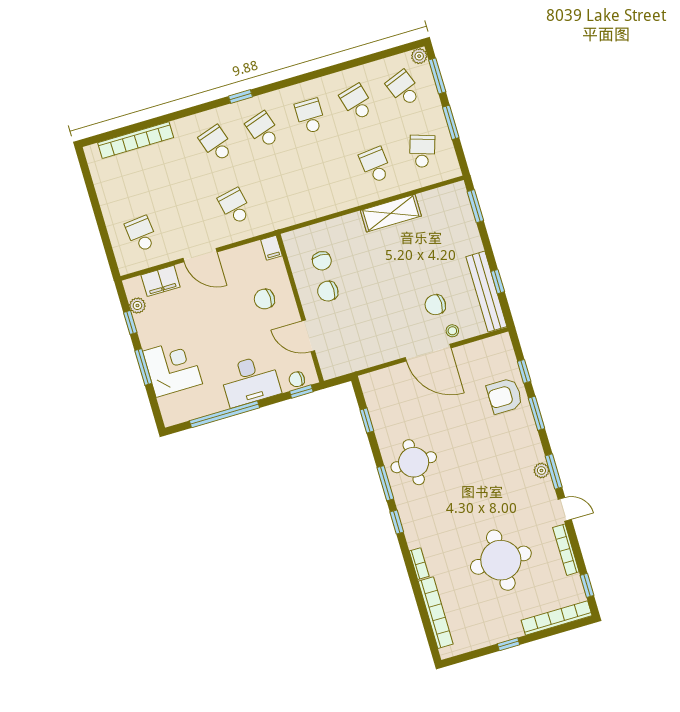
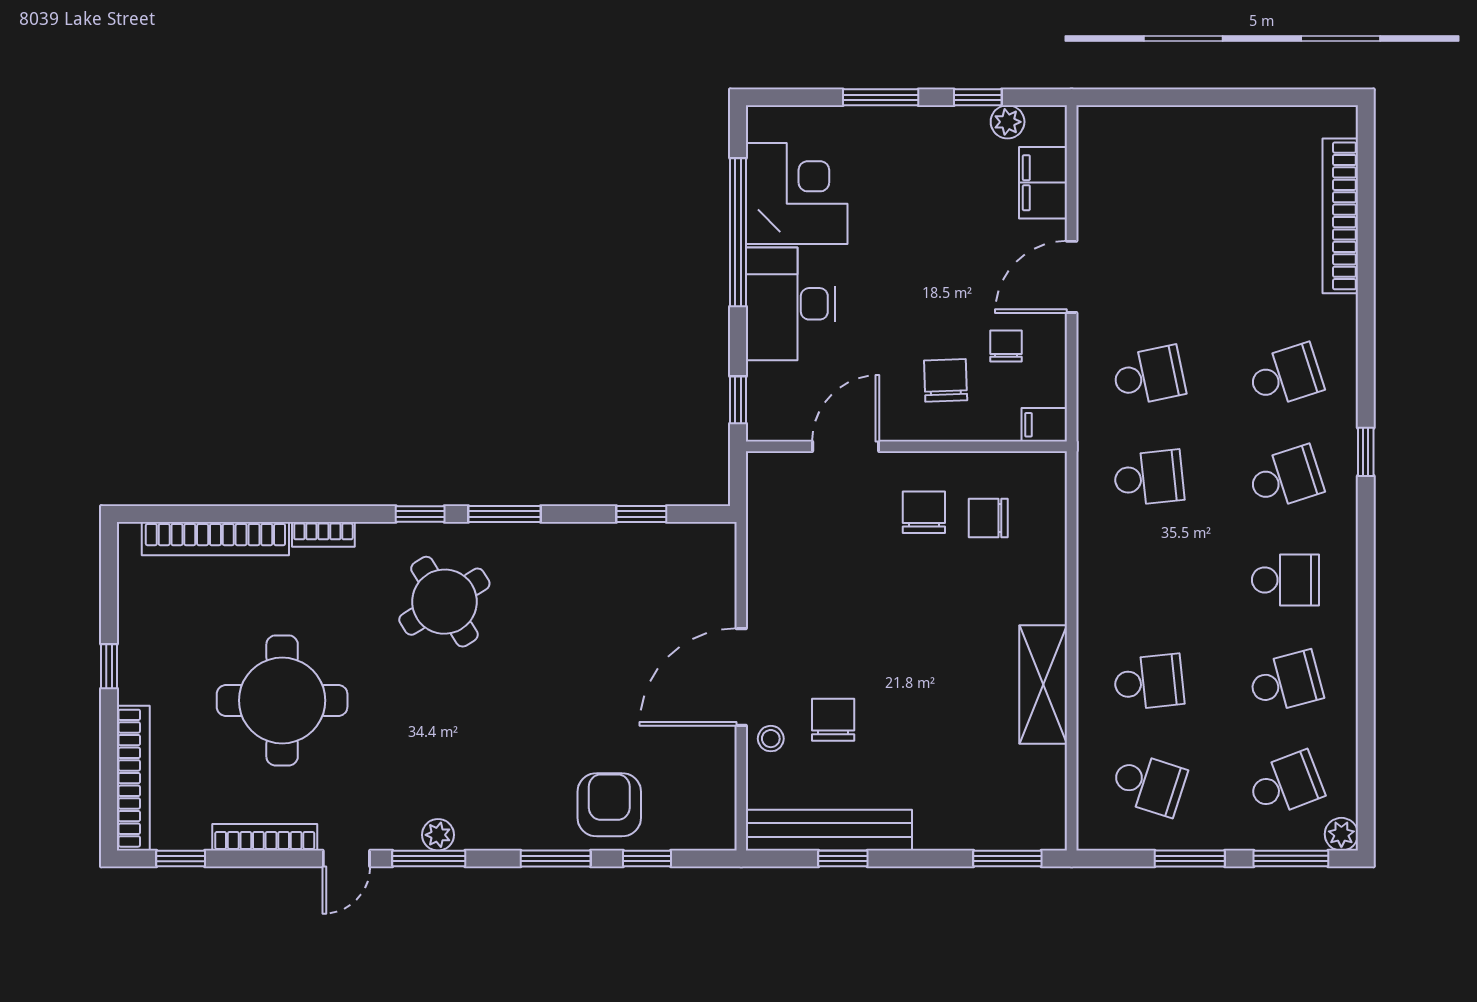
school desk: (141, 234) -> (1149, 478), moved
corner desk: (173, 367) -> (797, 193), moved, turned -90
chair: (297, 379) -> (1006, 346), moved
round table: (414, 462) -> (444, 602), moved, turned -32

